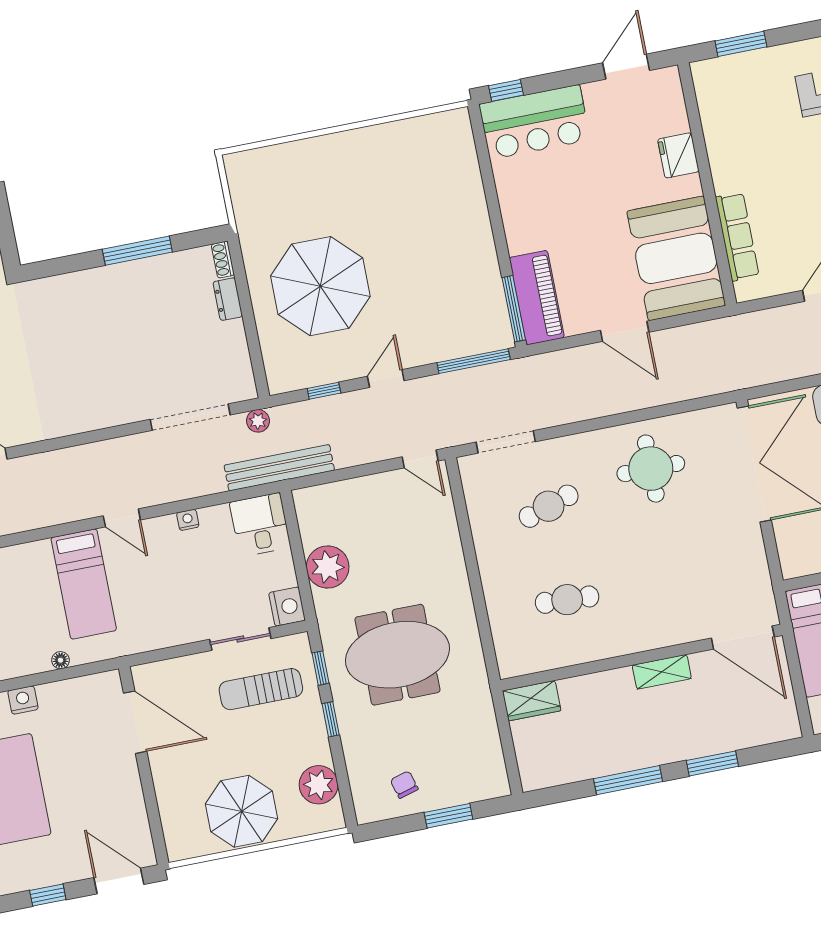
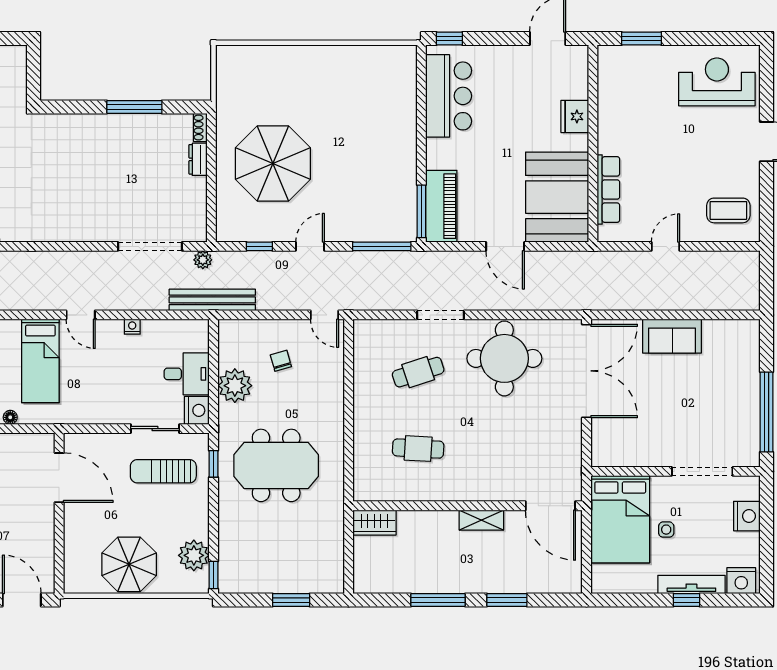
bar counter: (535, 122) -> (449, 96), moved, turned -90
doorway: (506, 442) -> (441, 315), moved
round table: (651, 469) -> (504, 358), width x1.36, depth x1.36
desk: (260, 525) -> (187, 374), moved, turned 90
window: (331, 719) -> (214, 575), moved
chair: (404, 785) -> (281, 361), moved

